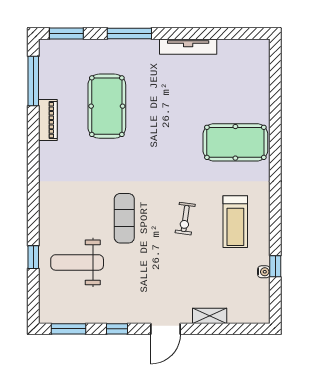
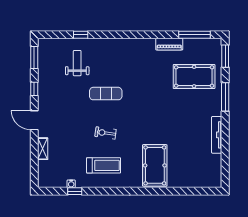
pool table: (107, 106) -> (194, 77), moved
treadmill: (235, 222) -> (104, 165), turned 180
weight bench: (77, 262) -> (77, 63), width x0.73, depth x0.75

